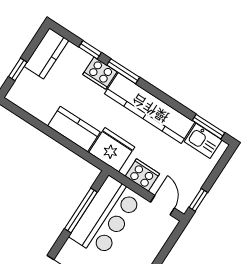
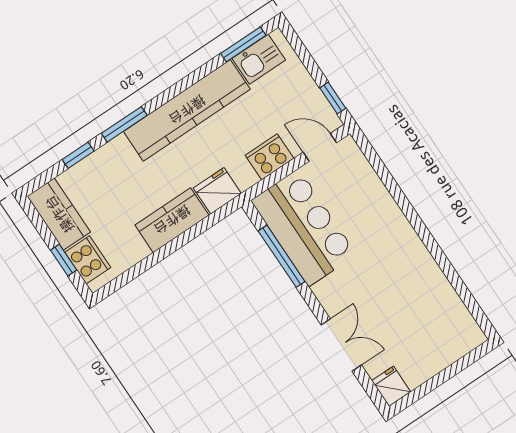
cooker: (100, 73) -> (88, 260), moved, turned -90
fridge: (112, 150) -> (217, 191), width x0.73, depth x0.75

